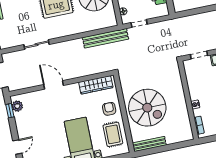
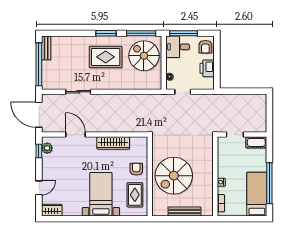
bench: (105, 38) -> (147, 99), removed
door: (54, 85) -> (75, 135), moved
wardrobe: (96, 85) -> (113, 143), moved
spiral stairs: (147, 108) -> (174, 176), turned 90
bench: (149, 144) -> (184, 211), moved

